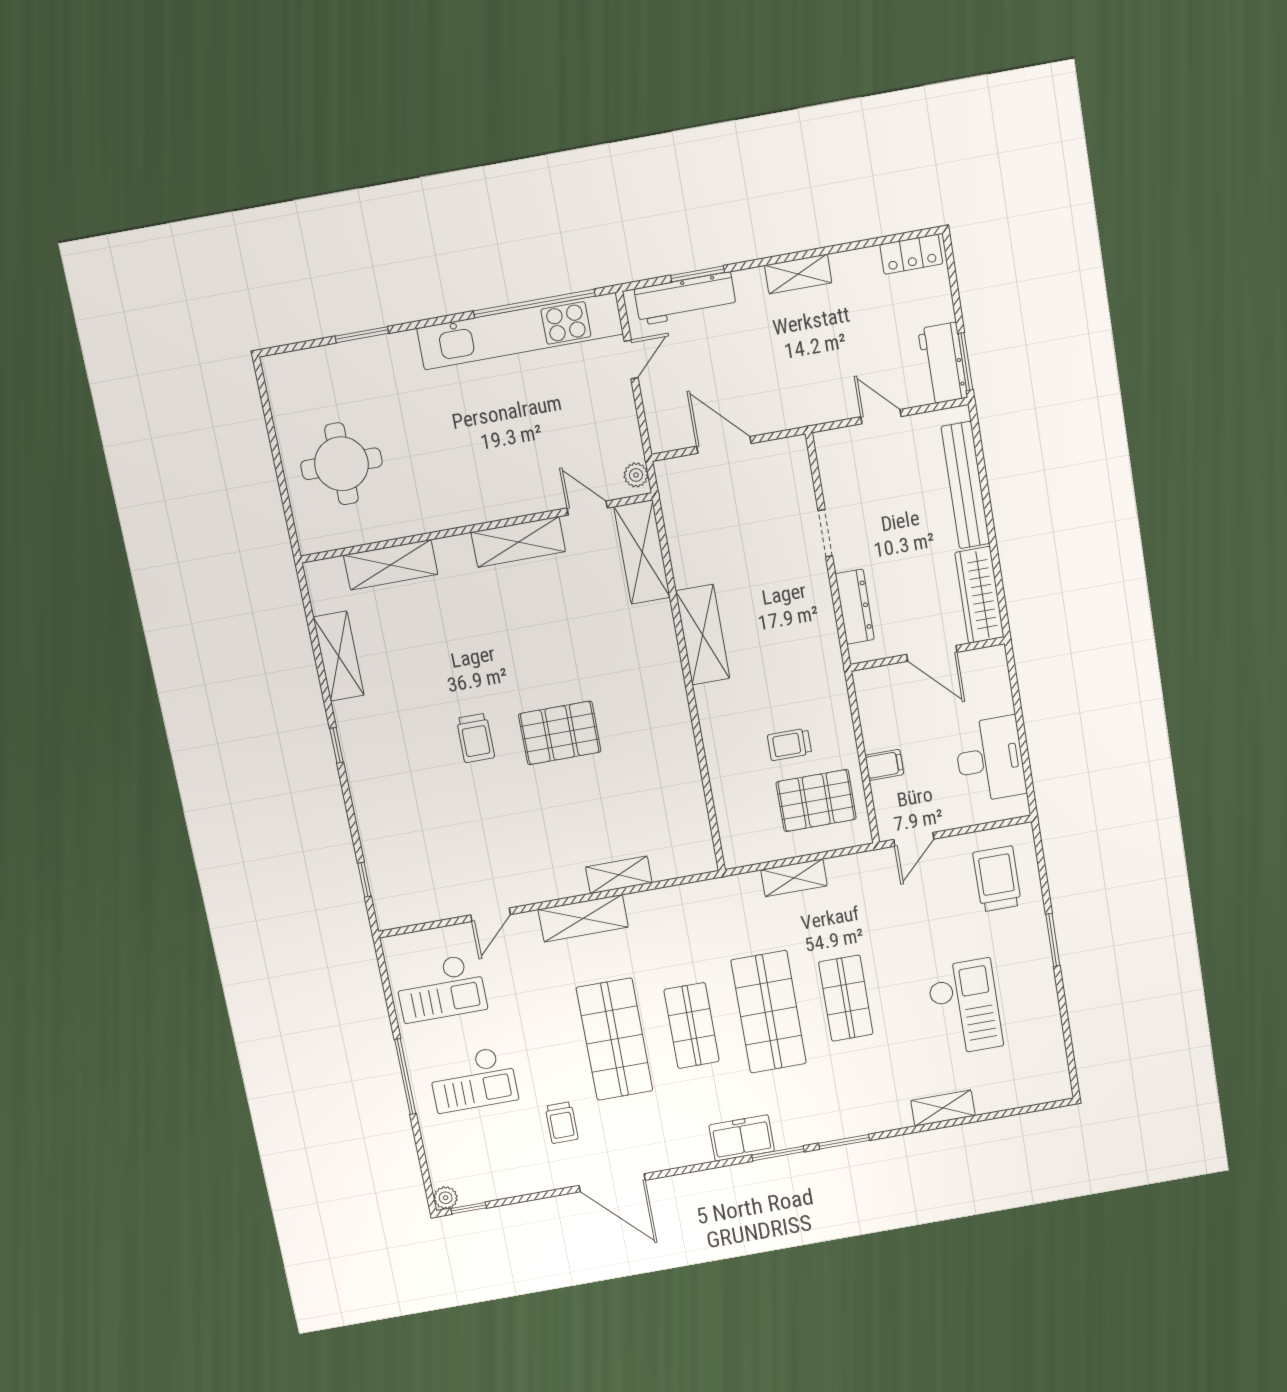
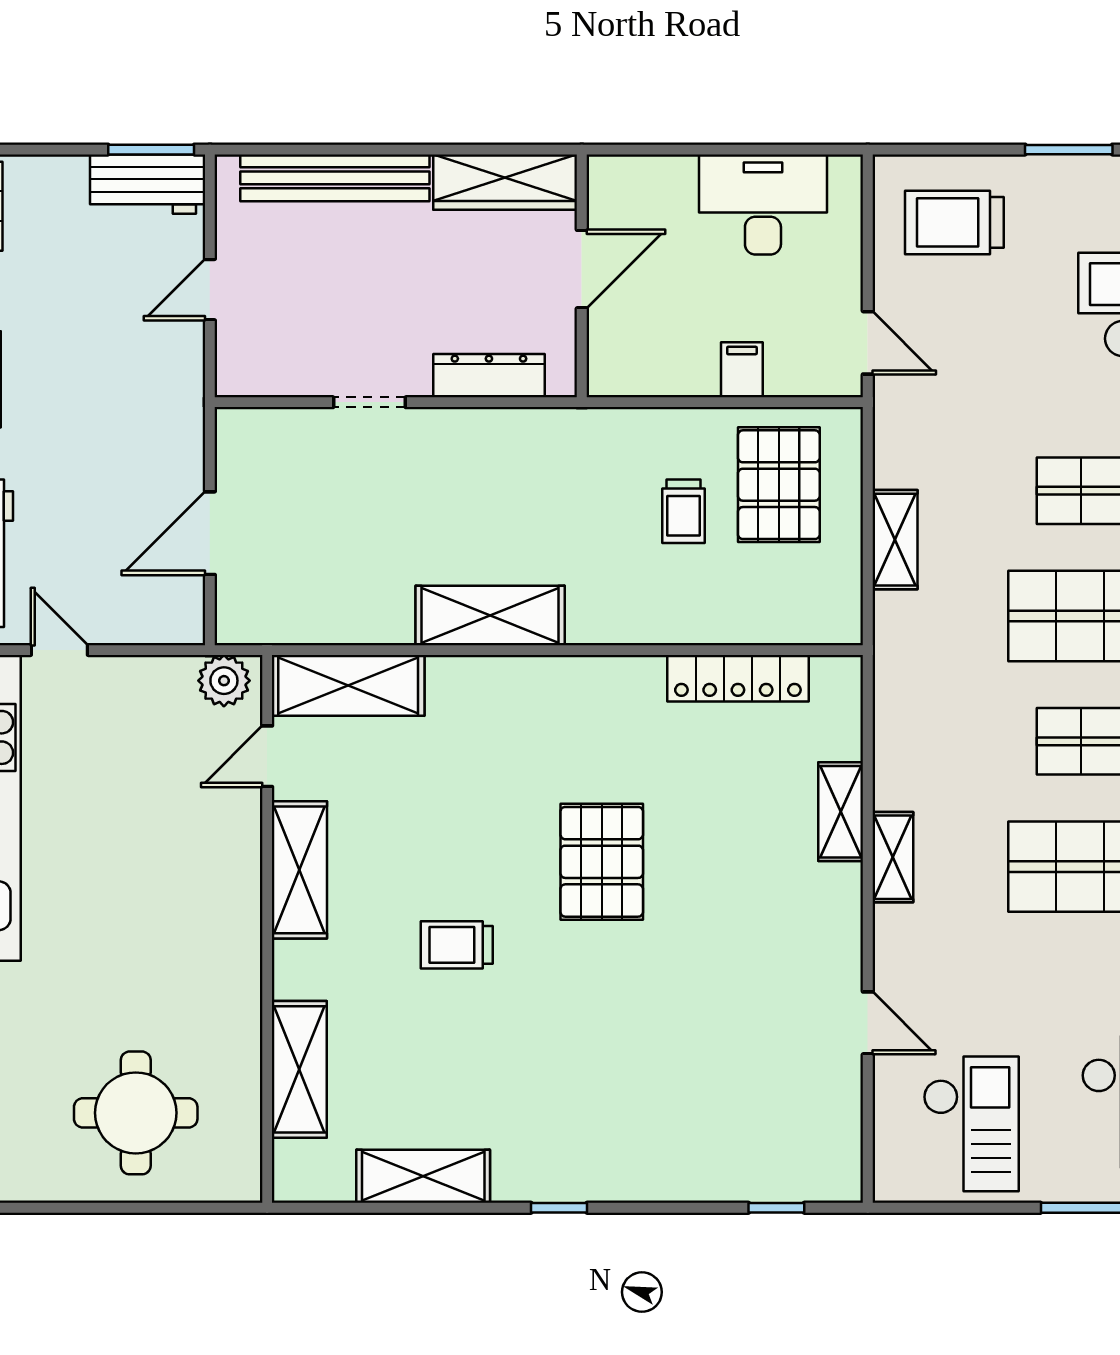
plant: (636, 475) -> (224, 681), width x1.38, depth x1.38
trolley: (475, 738) -> (457, 945), moved, turned 180
locker: (691, 797) -> (738, 678), added
shelving: (583, 918) -> (893, 857), width x0.67, depth x0.75

